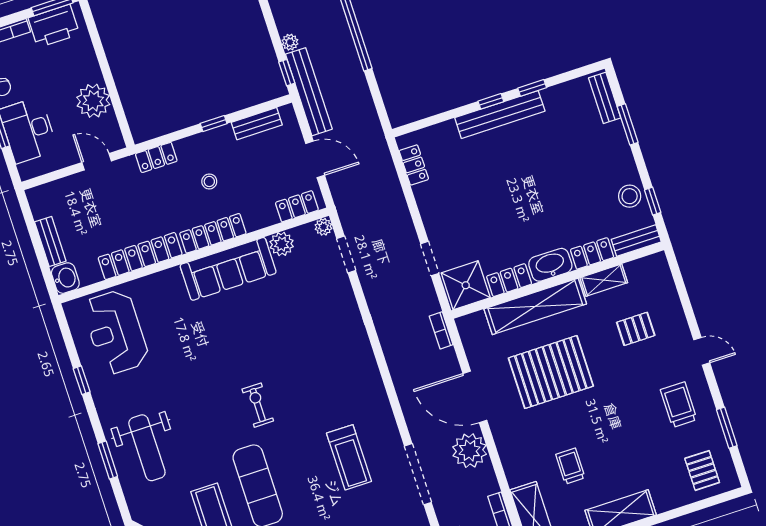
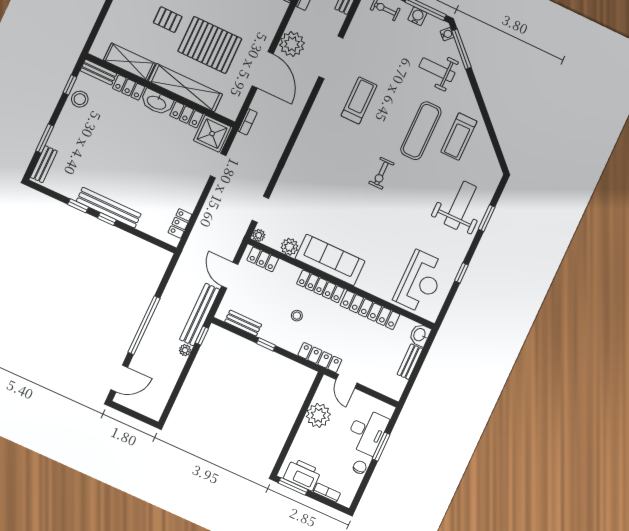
locker: (156, 157) -> (320, 358), width x1.53
shelving: (604, 280) -> (129, 62), width x1.50, depth x1.33
pallet: (636, 329) -> (168, 20), moved

